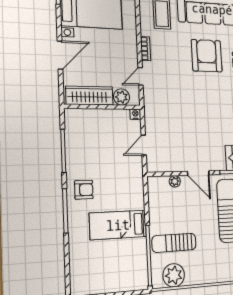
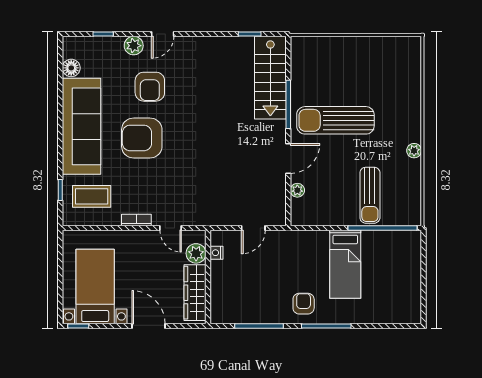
nightstand: (135, 114) -> (216, 253), moved
door: (144, 145) -> (253, 228), hinge flipped
plant: (174, 275) -> (414, 151), moved, width x0.53, depth x0.53

